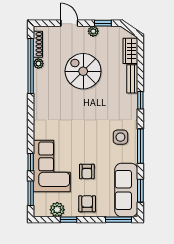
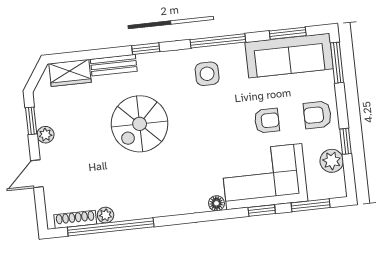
spiral stairs: (83, 71) -> (140, 124), moved
floor lamp: (38, 134) -> (216, 203), added

